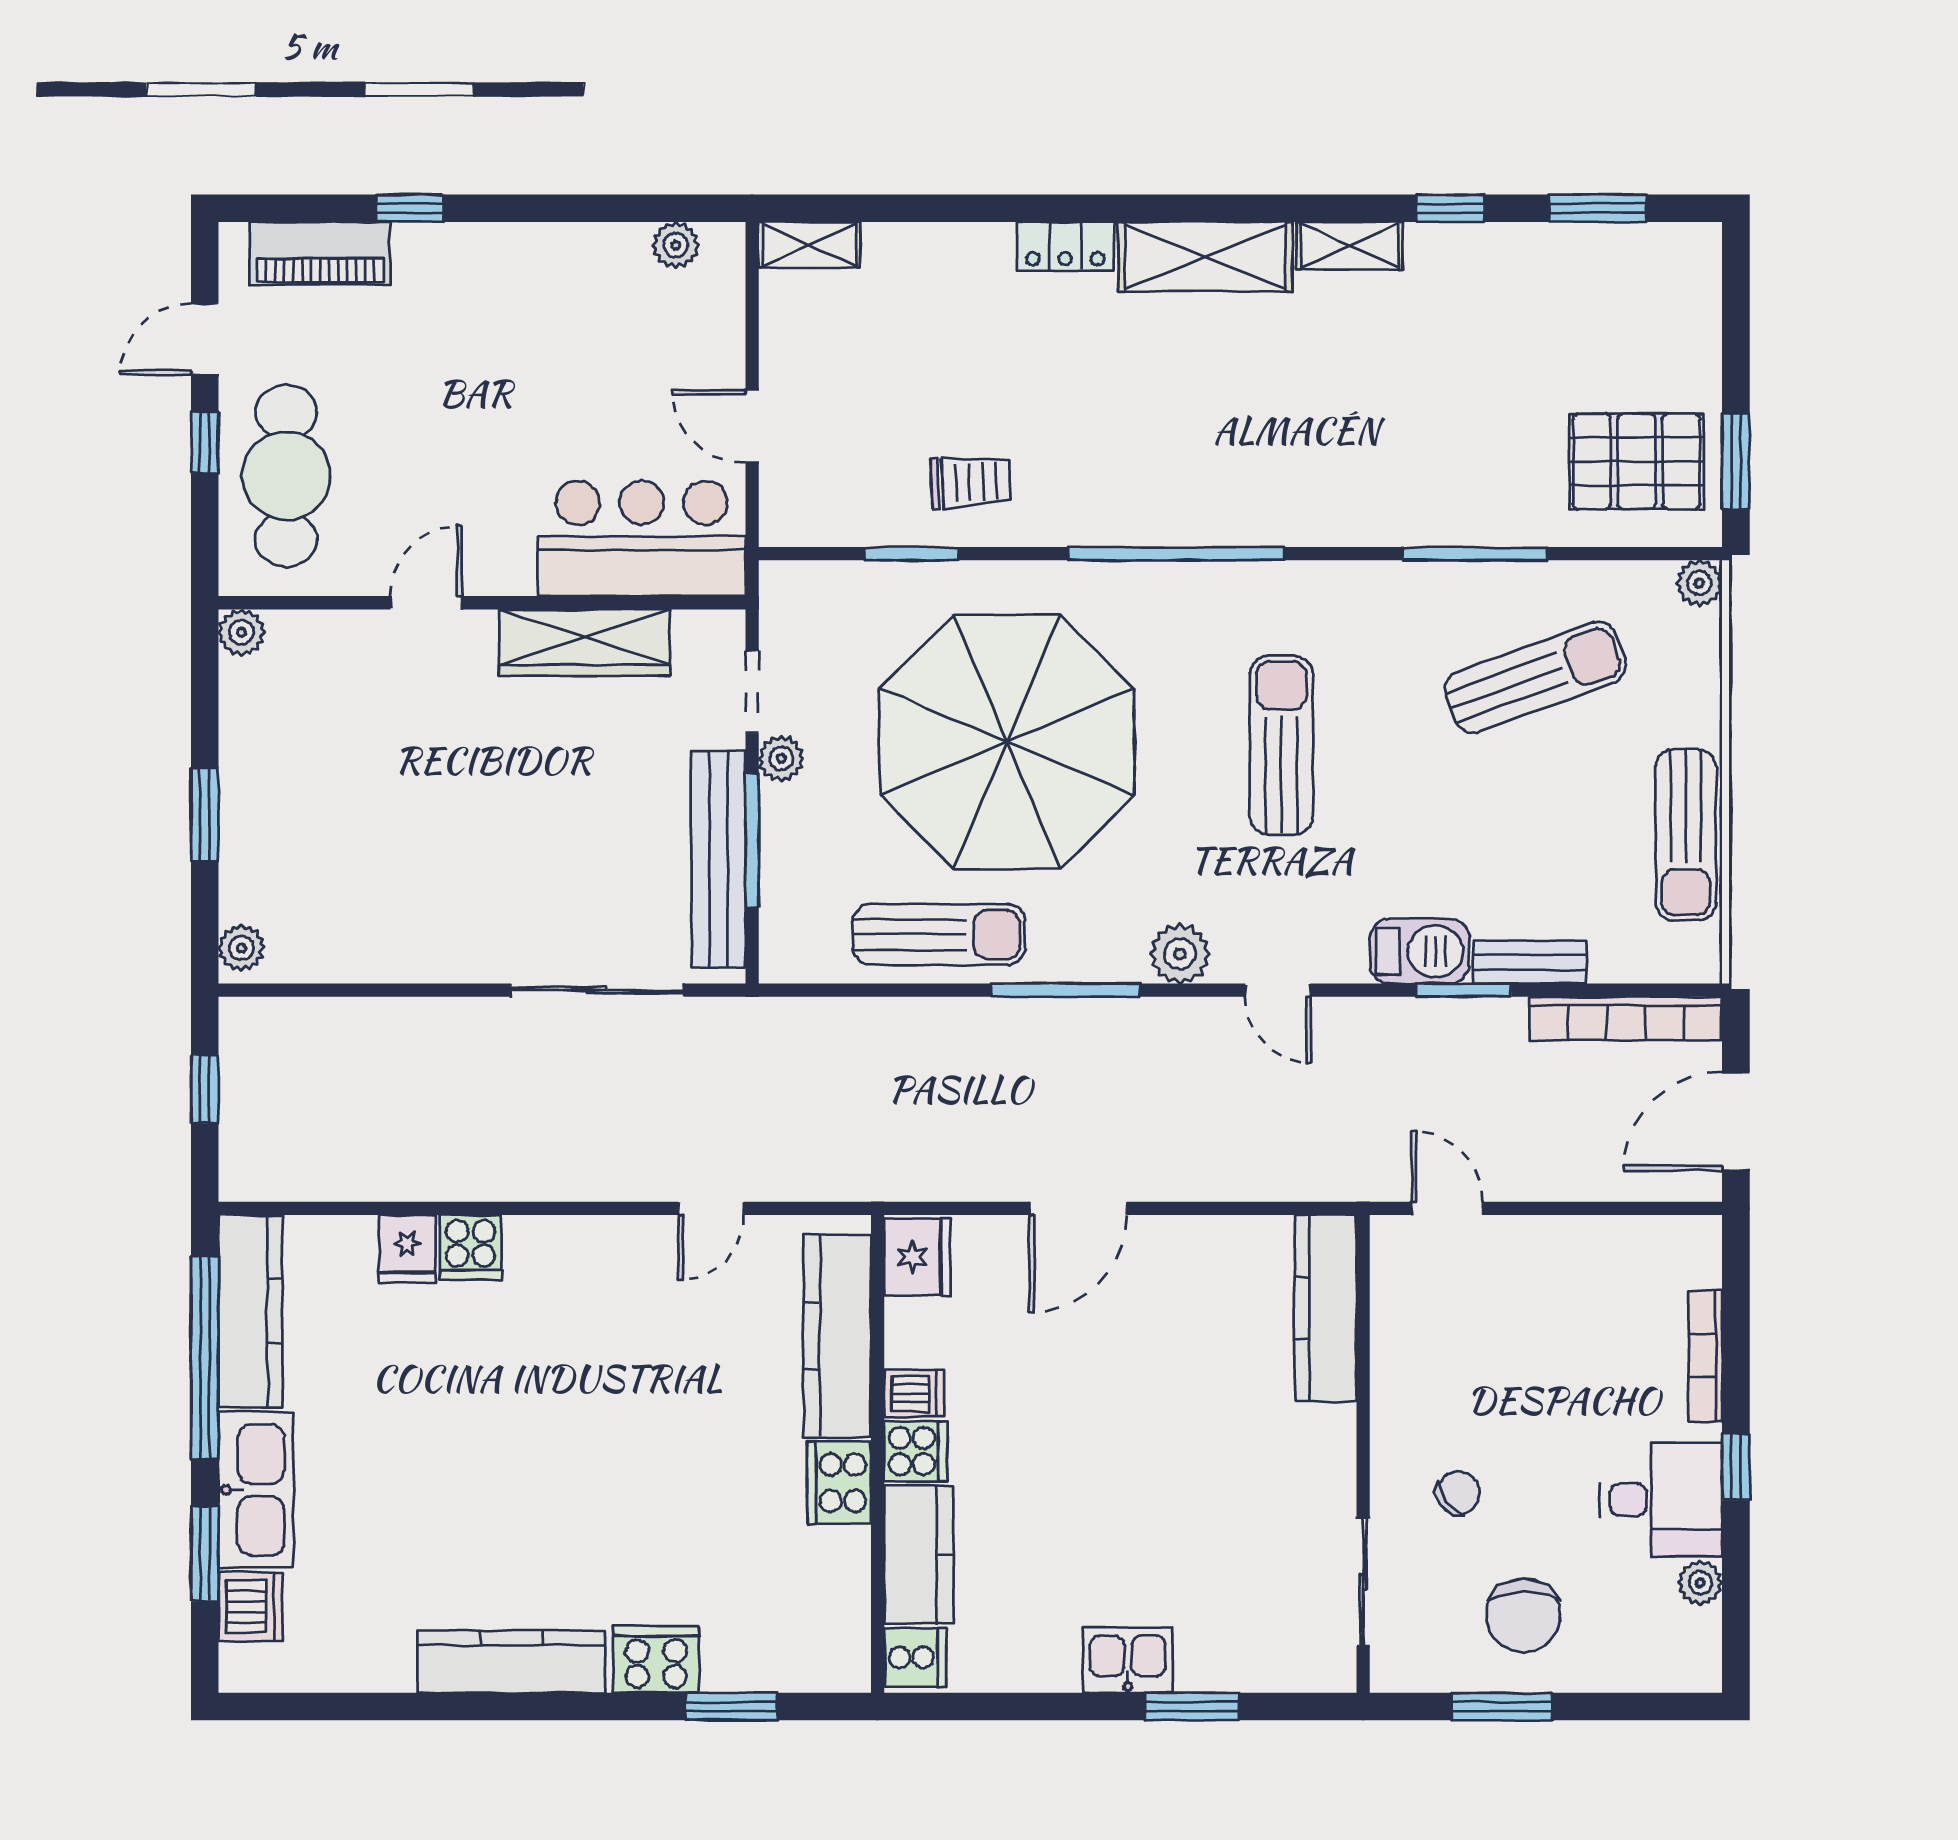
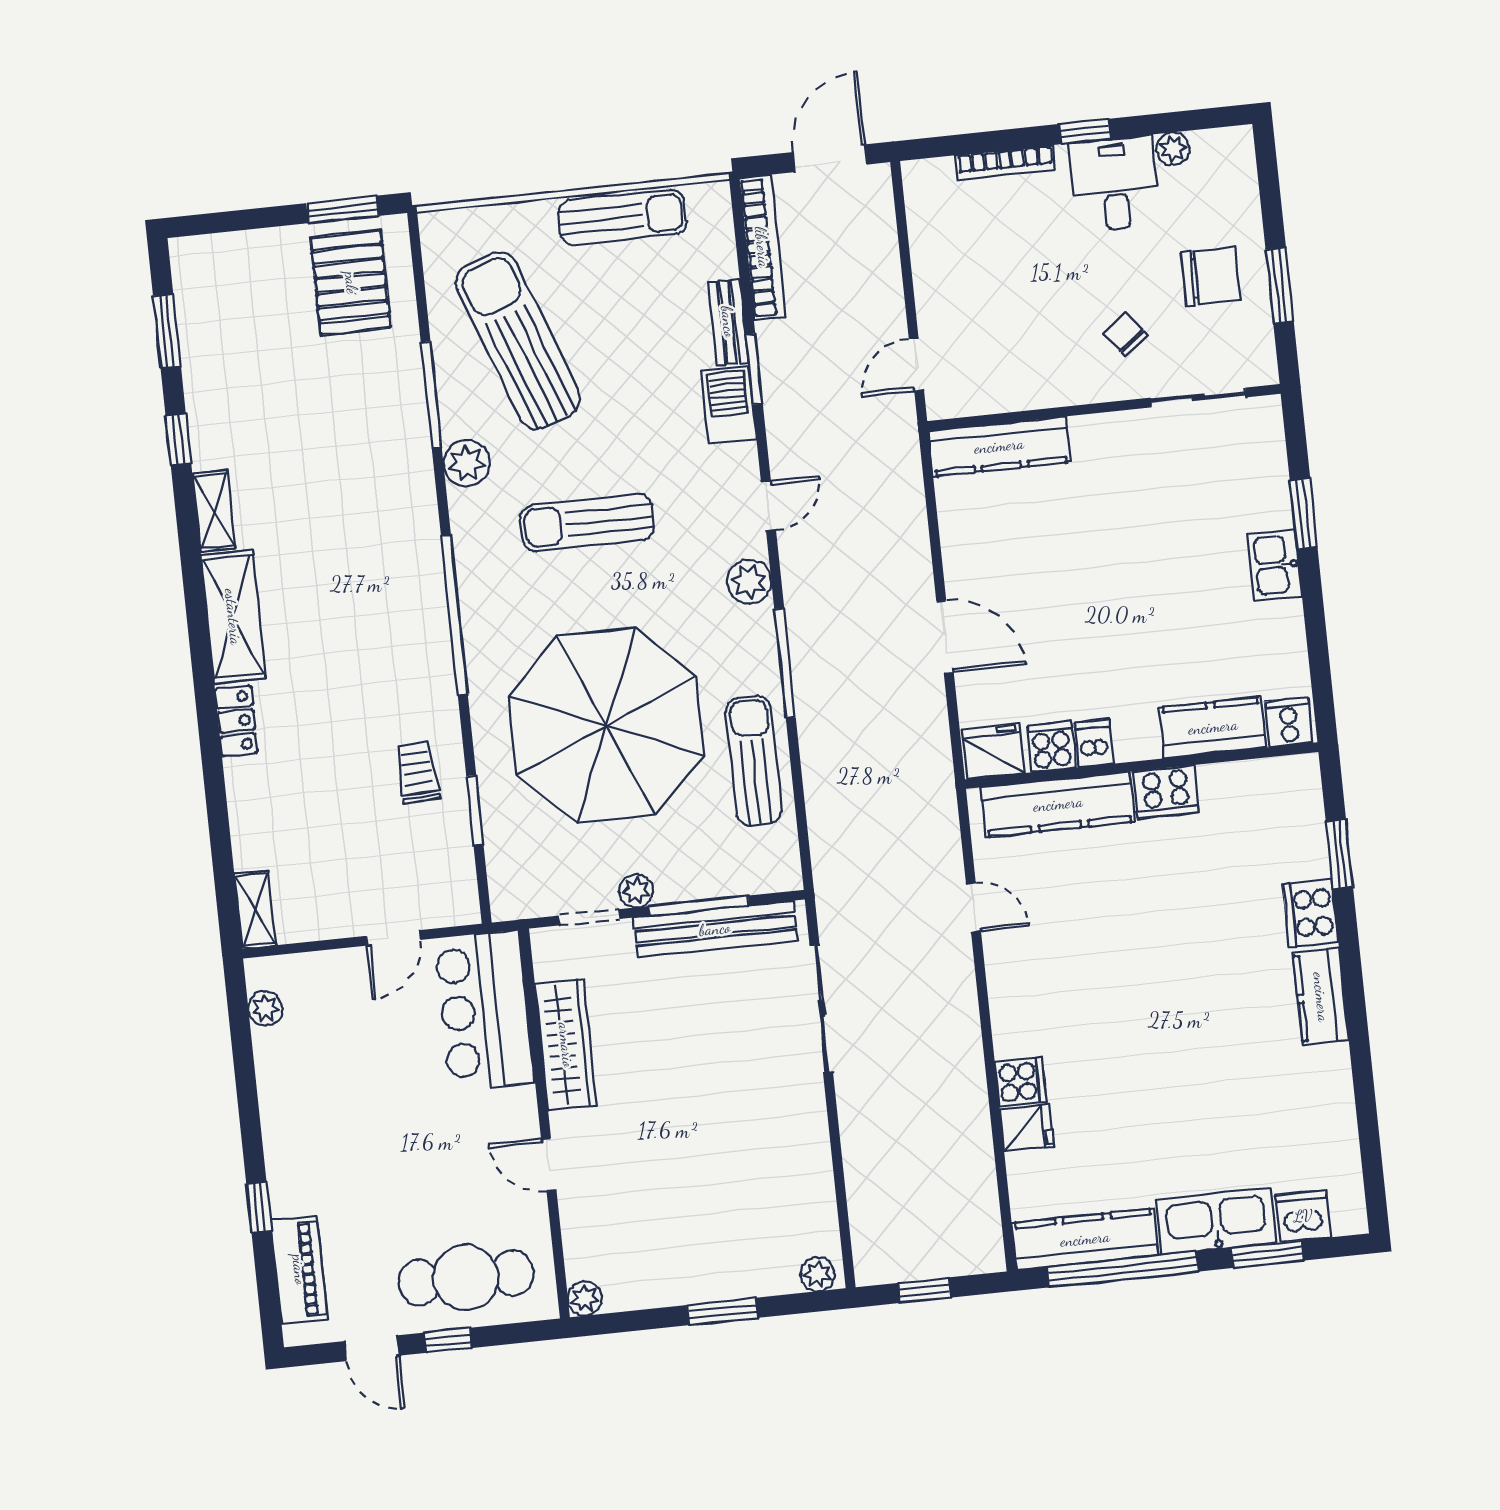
plant: (1699, 583) -> (467, 463), moved, width x1.38, depth x1.38
sun lounger: (1536, 677) -> (518, 340), width x1.36, depth x1.34
door: (1736, 1121) -> (830, 158), swing flipped
cooker: (916, 1451) -> (1051, 747), moved
kitchen counter: (511, 1662) -> (1321, 997), width x0.67

